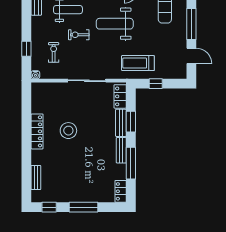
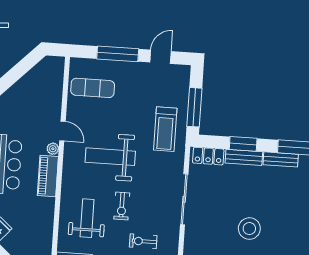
weight bench: (115, 24) -> (110, 157), turned 90
window: (156, 84) -> (194, 107), width x2.17

